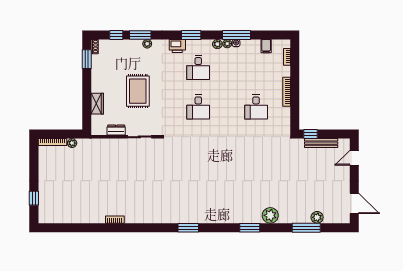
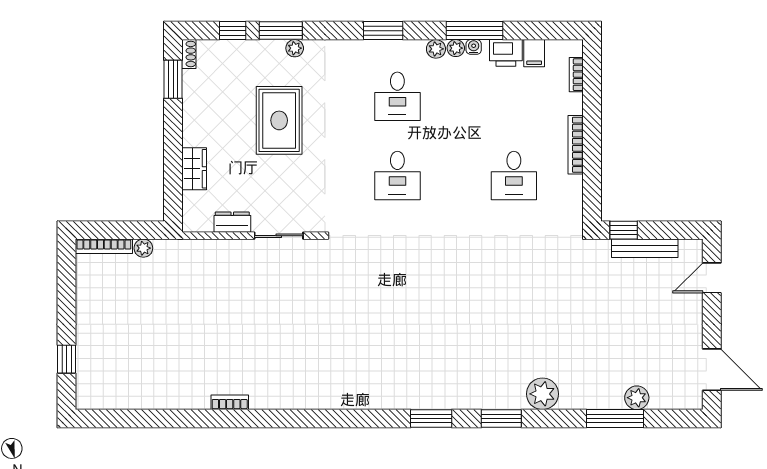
printer: (177, 46) -> (506, 53), moved
rug: (138, 91) -> (279, 120), moved
window: (188, 228) -> (431, 419), moved

